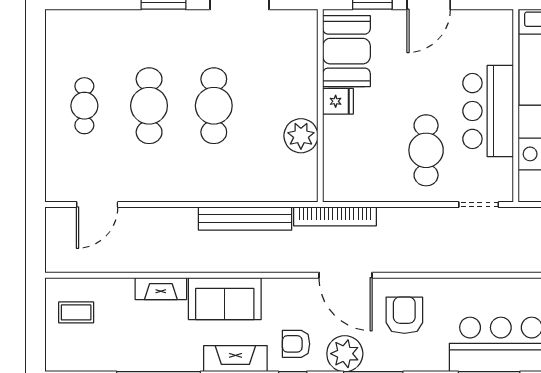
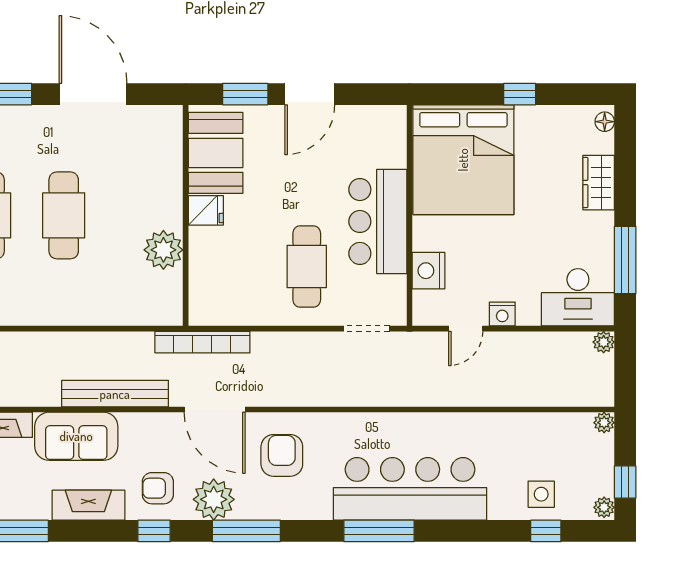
bench: (245, 219) -> (115, 394), moved

